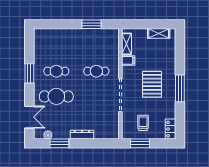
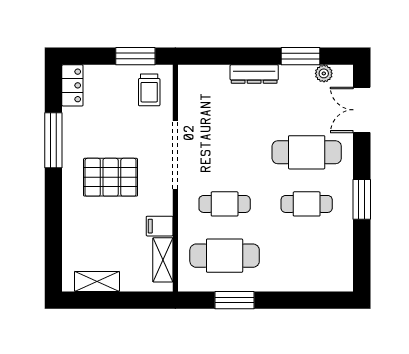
cafe table: (96, 46) -> (225, 256), added
pallet: (152, 84) -> (111, 177), turned 90
window: (180, 88) -> (53, 140), moved
trolley: (143, 123) -> (149, 90), moved

